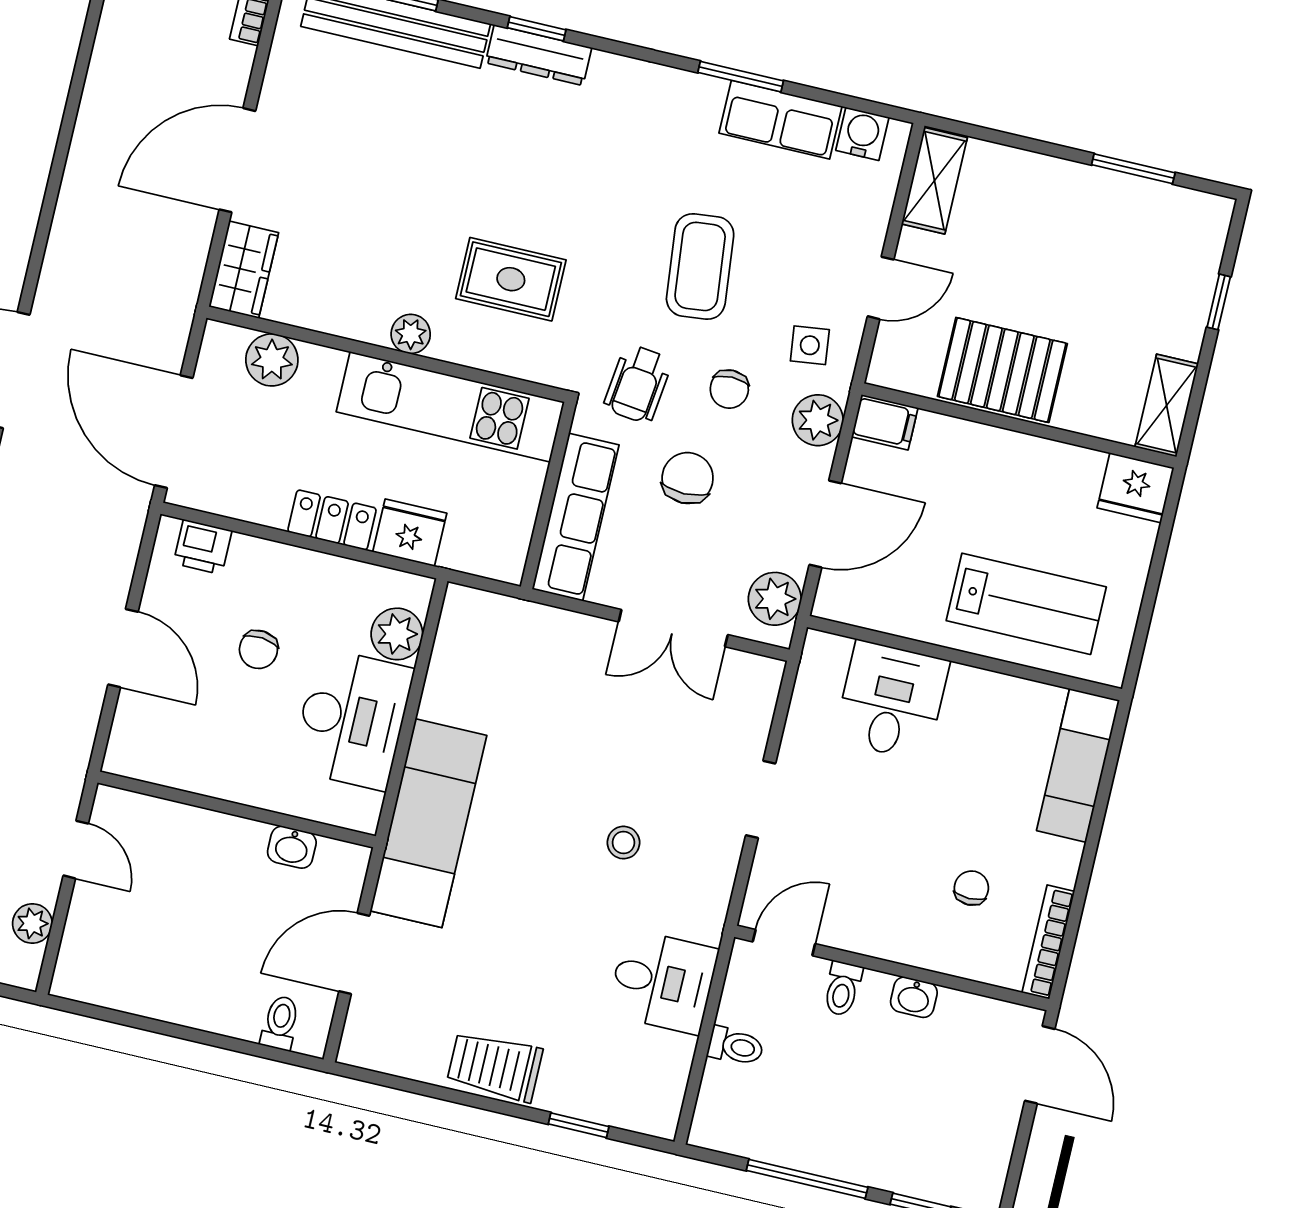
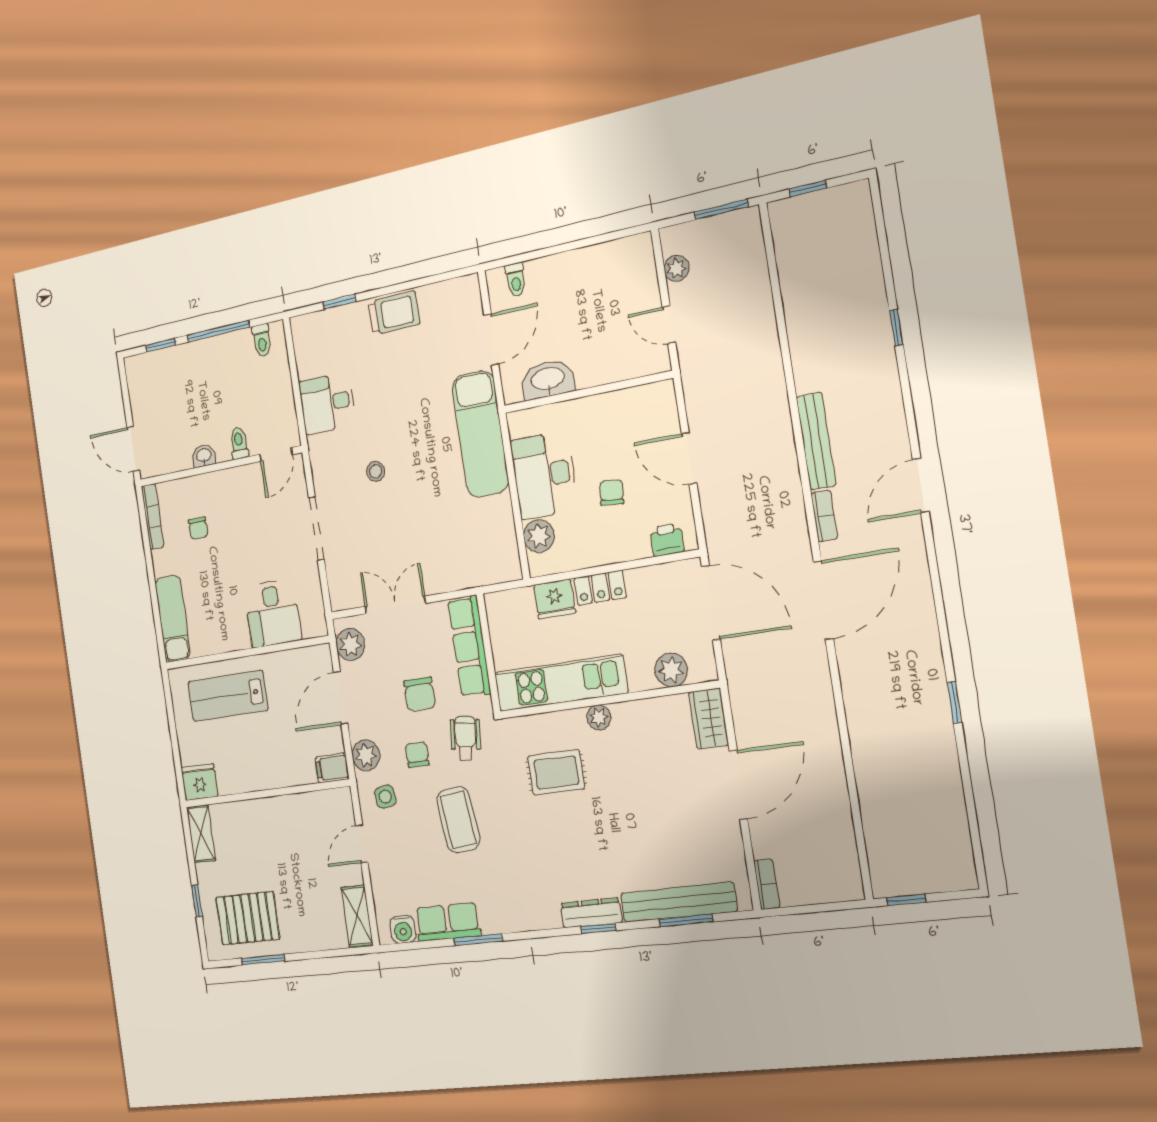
pallet: (1002, 370) -> (248, 918), moved
doorway: (761, 799) -> (316, 528), width x1.38
washbasin: (292, 847) -> (548, 379), width x1.91, depth x1.45
toilet: (736, 1046) -> (262, 340), moved, turned -90

